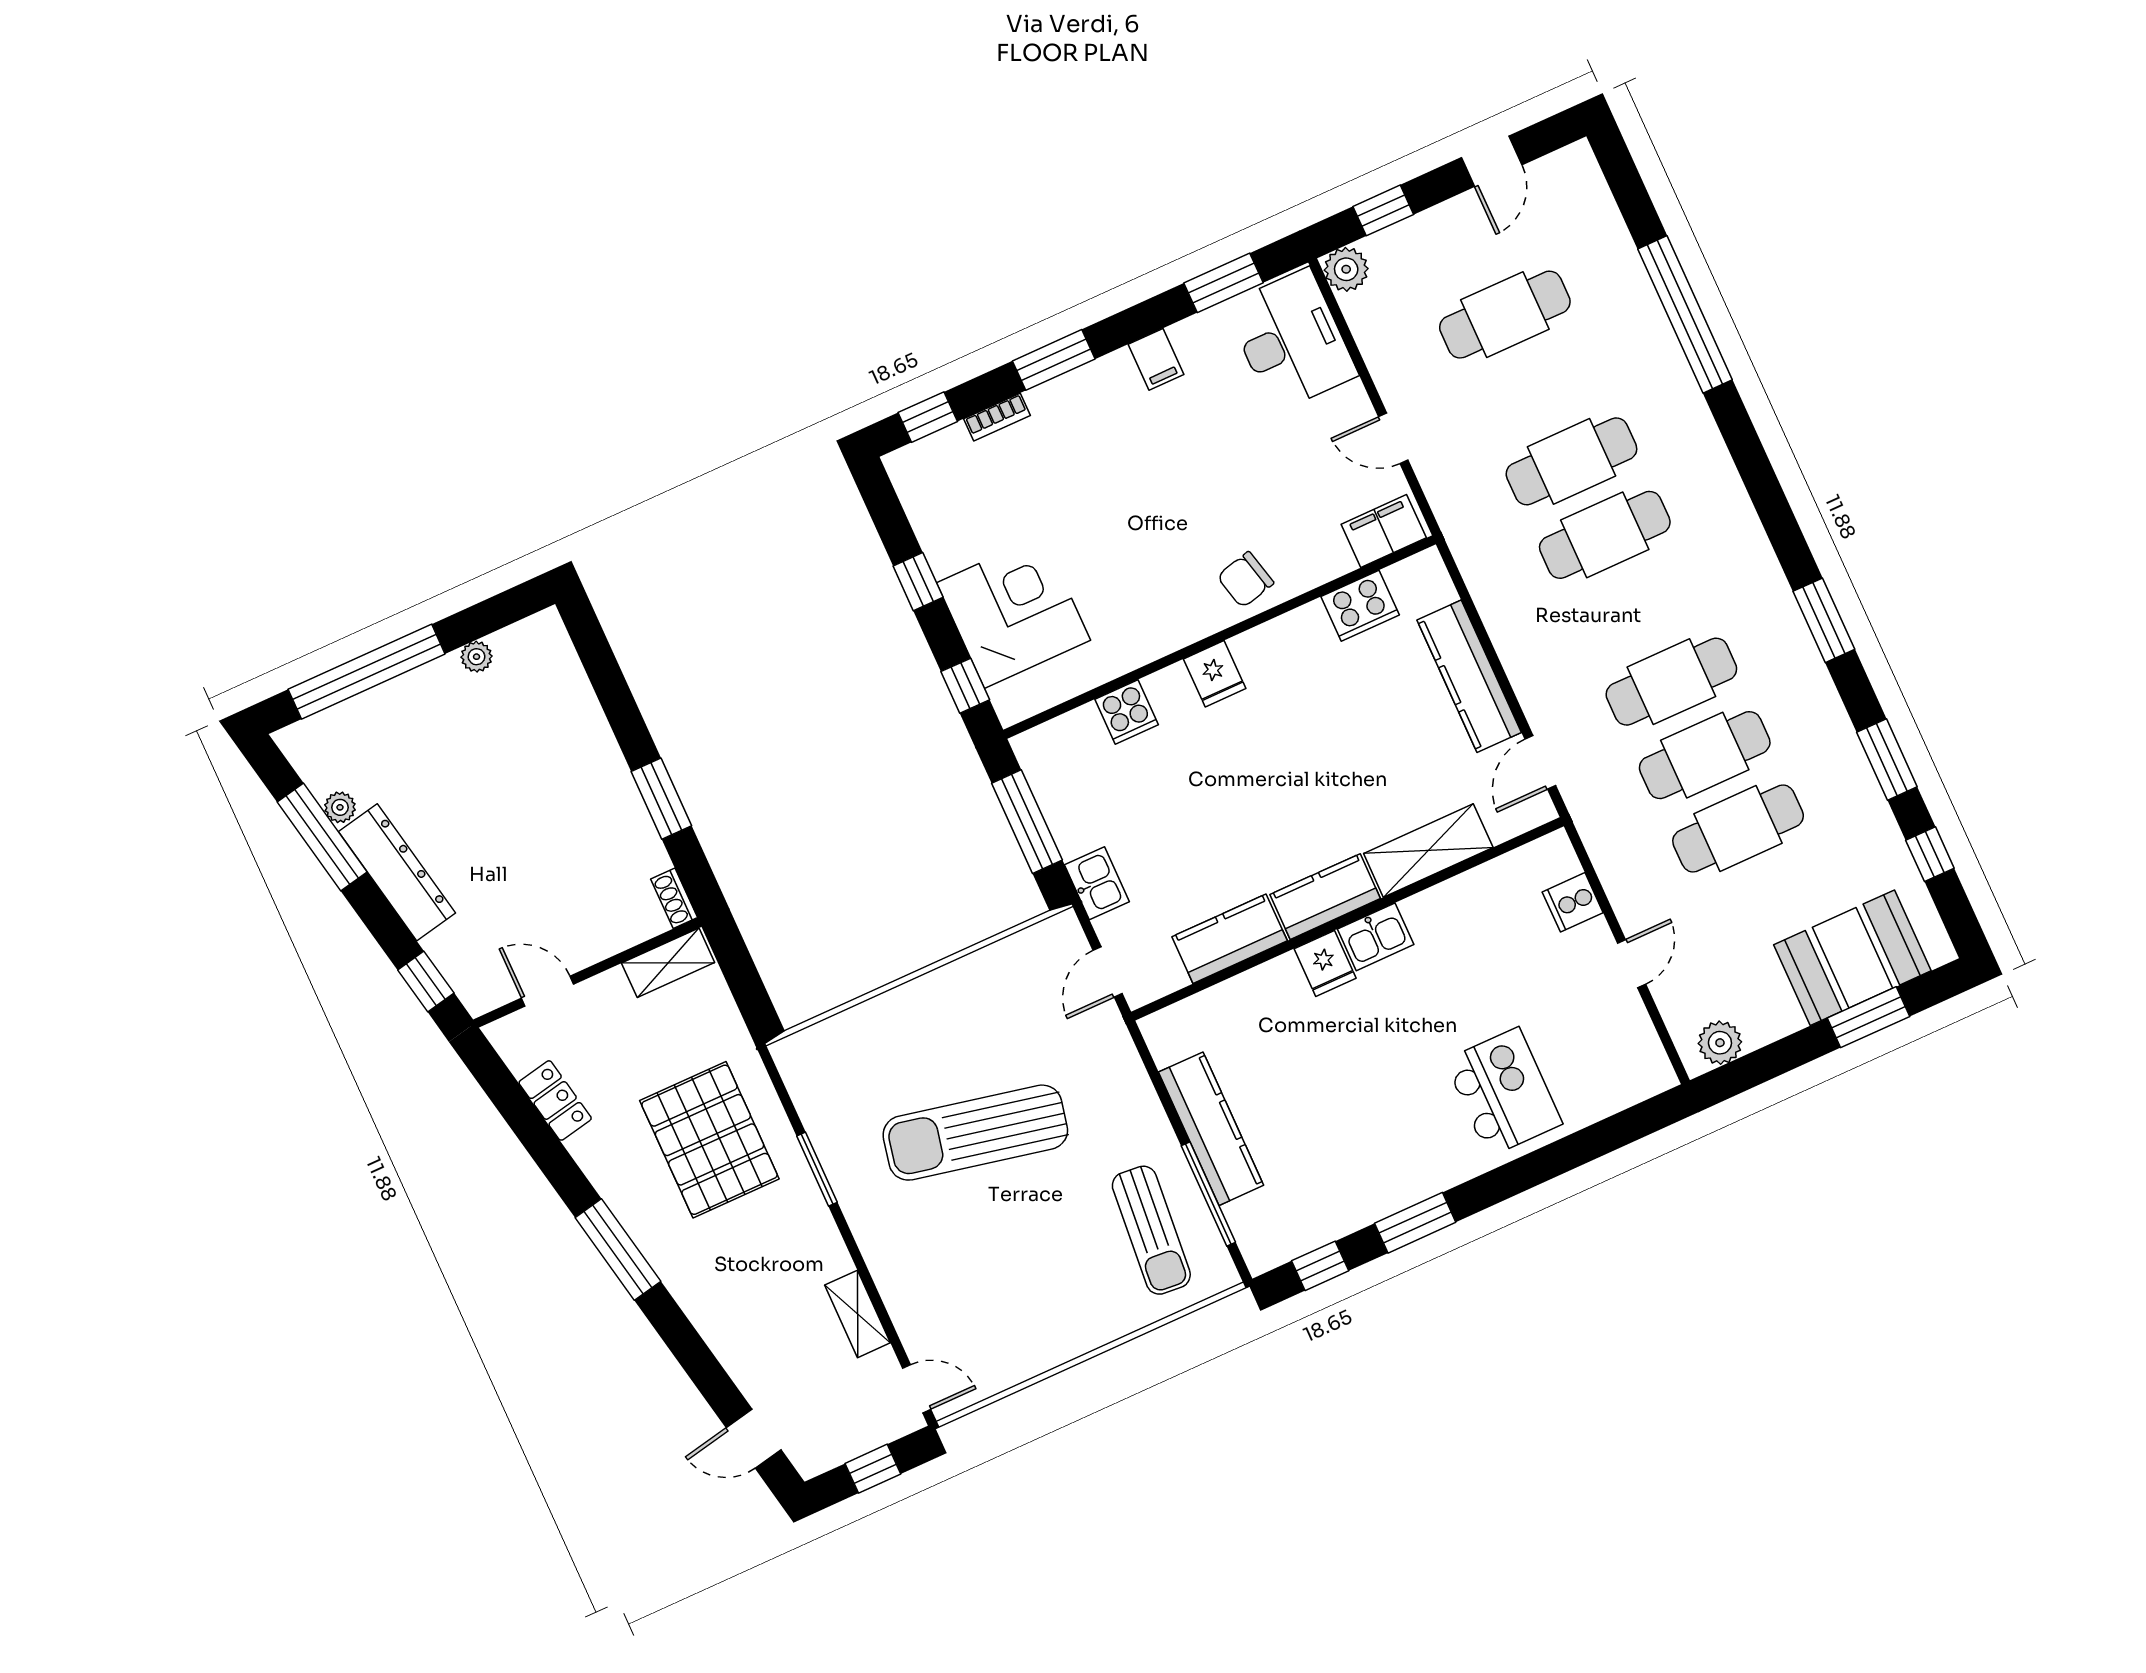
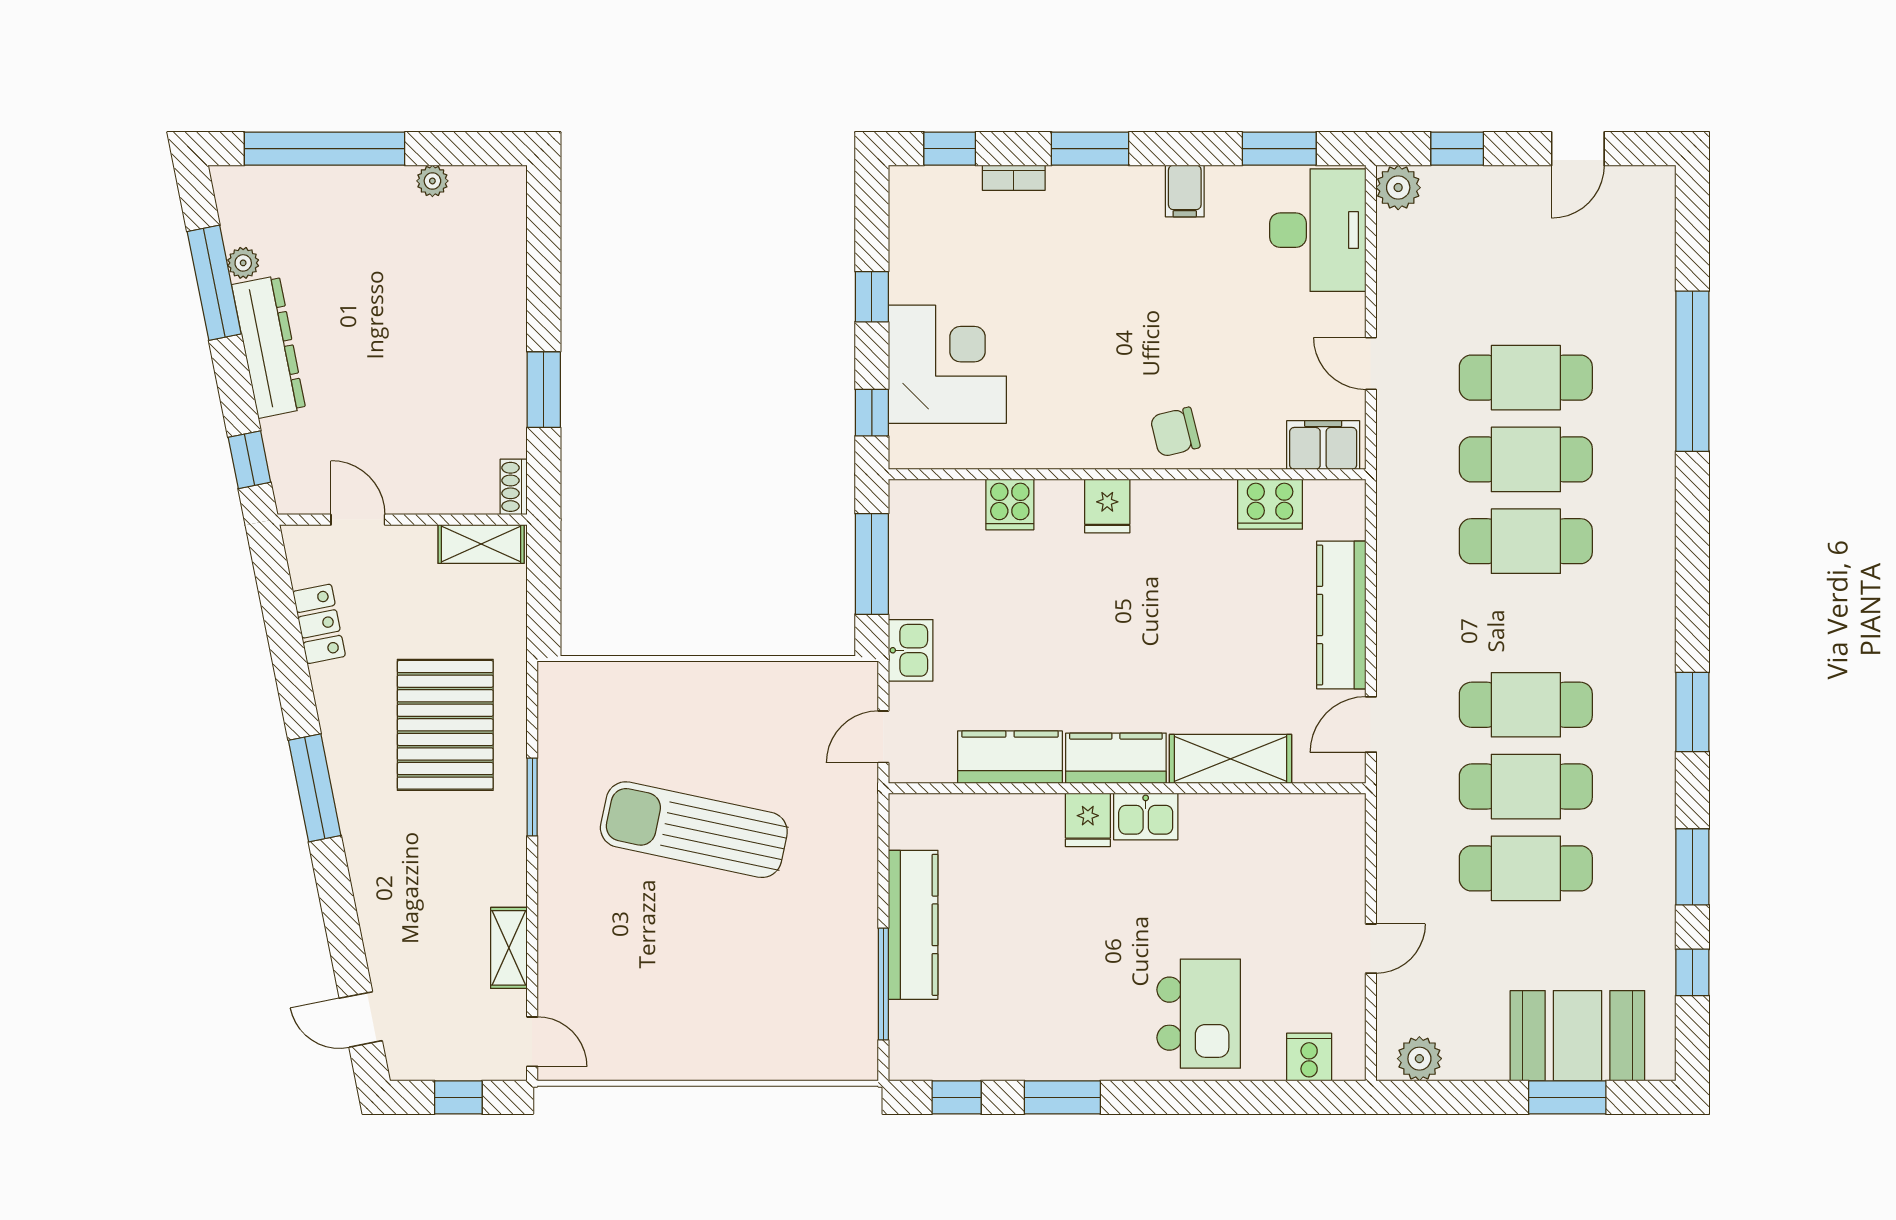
cafe table: (1505, 315) -> (1526, 378), moved
cooker: (1573, 902) -> (1309, 1057), moved, turned 90
sun lounger: (1151, 1230) -> (815, 994), removed

